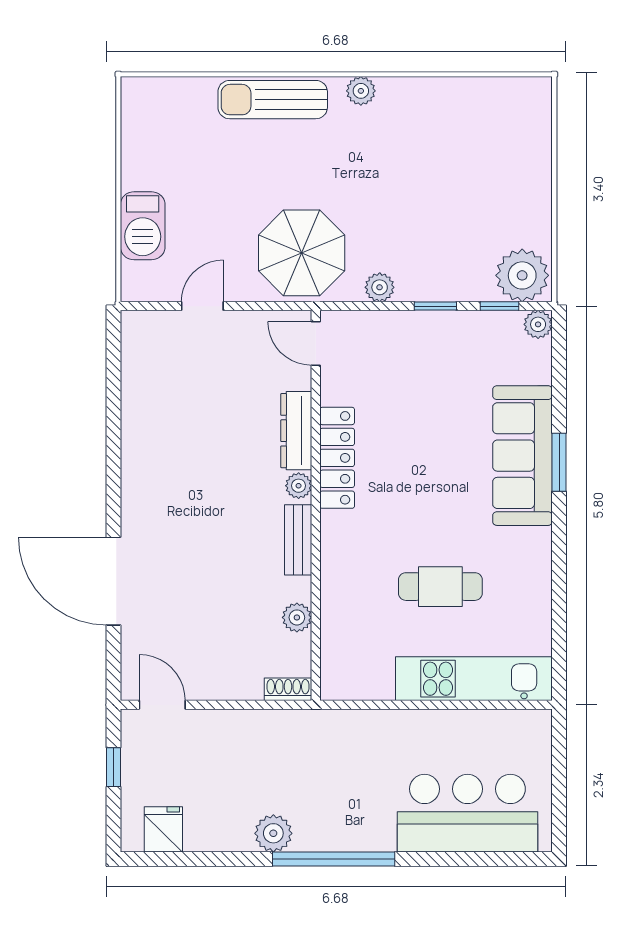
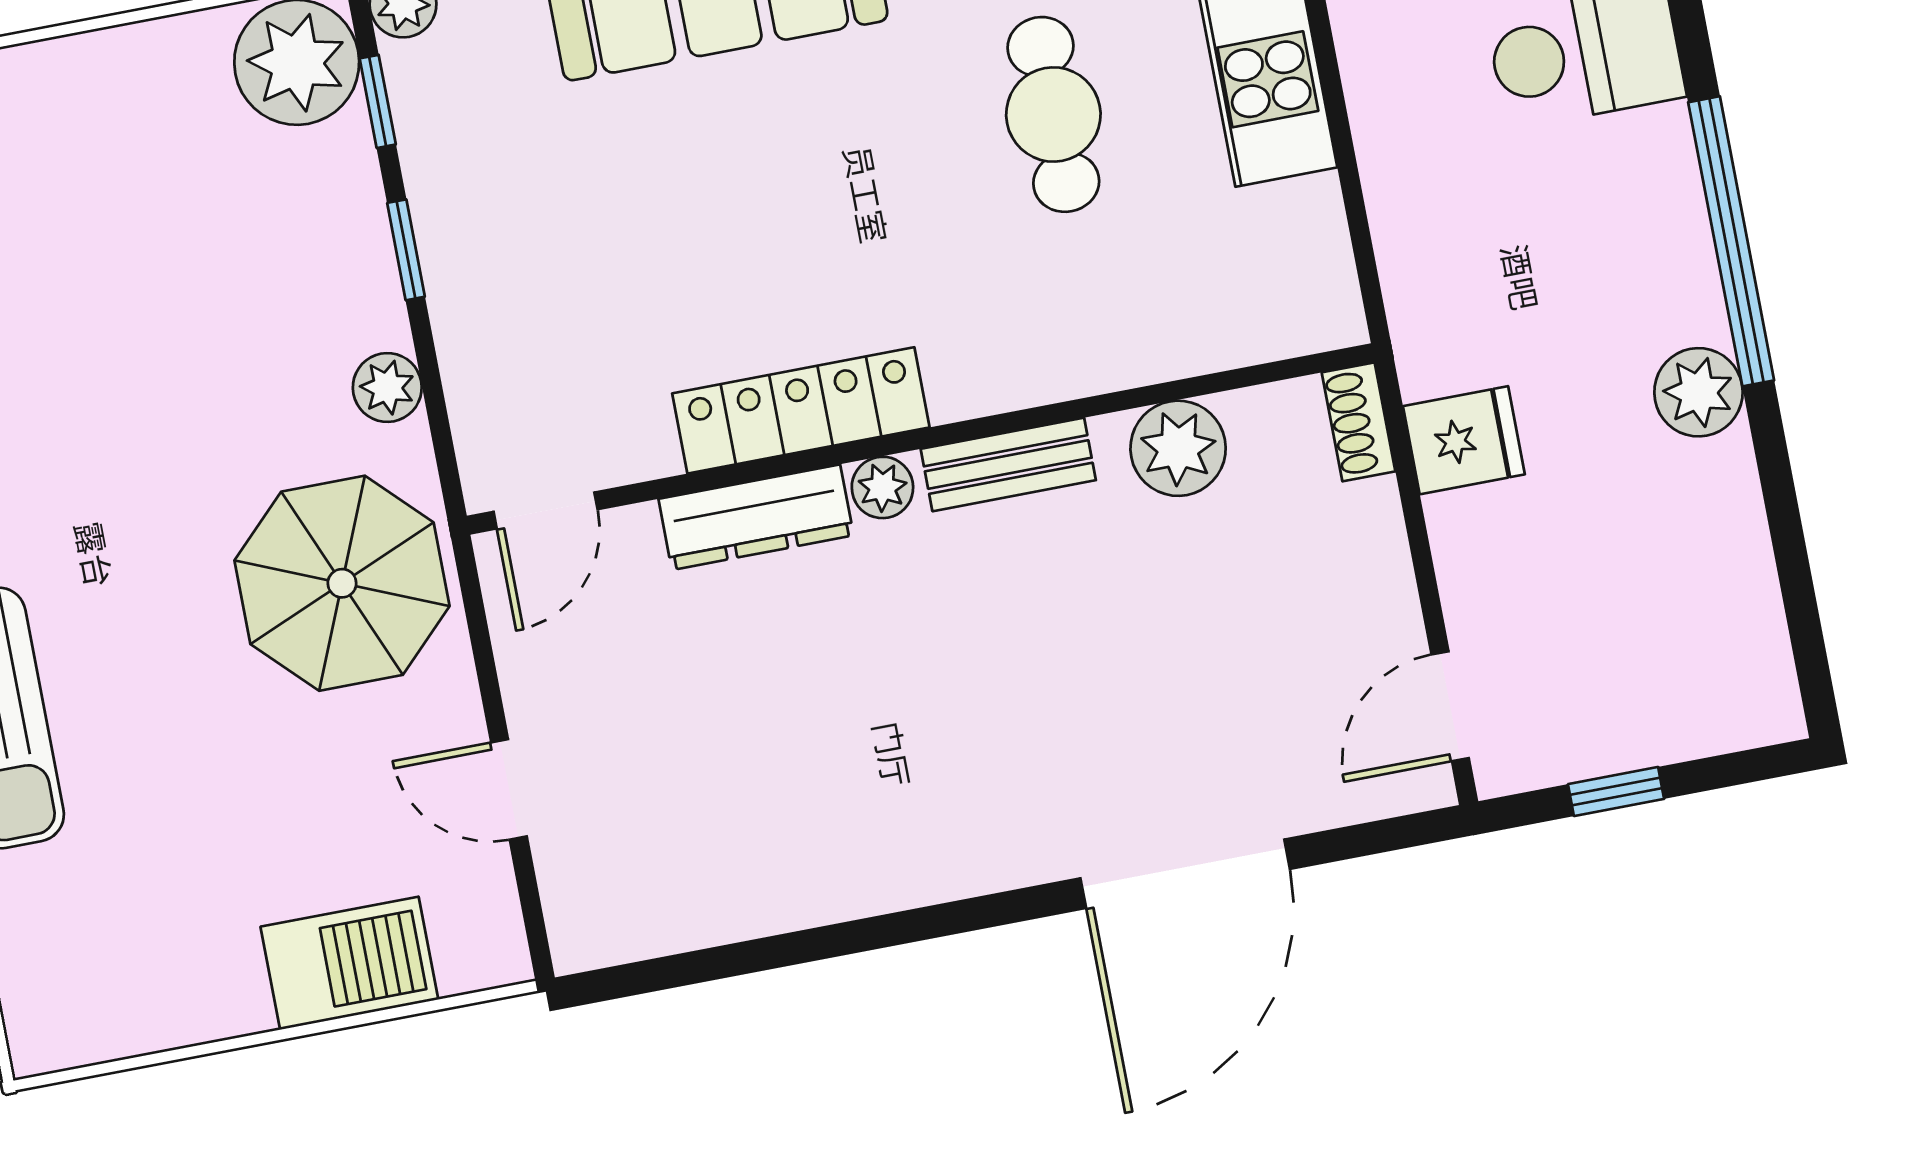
plant: (297, 617) -> (1178, 448), width x1.38, depth x1.38
fridge: (163, 829) -> (1464, 440), moved, turned 180

